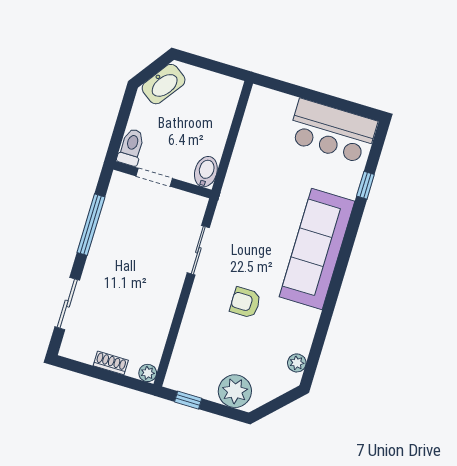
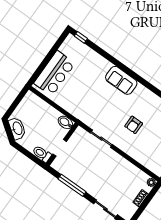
bar counter: (332, 131) -> (54, 73), moved
window: (365, 185) -> (81, 37), moved
sofa: (317, 249) -> (121, 80), width x0.54, depth x0.79

